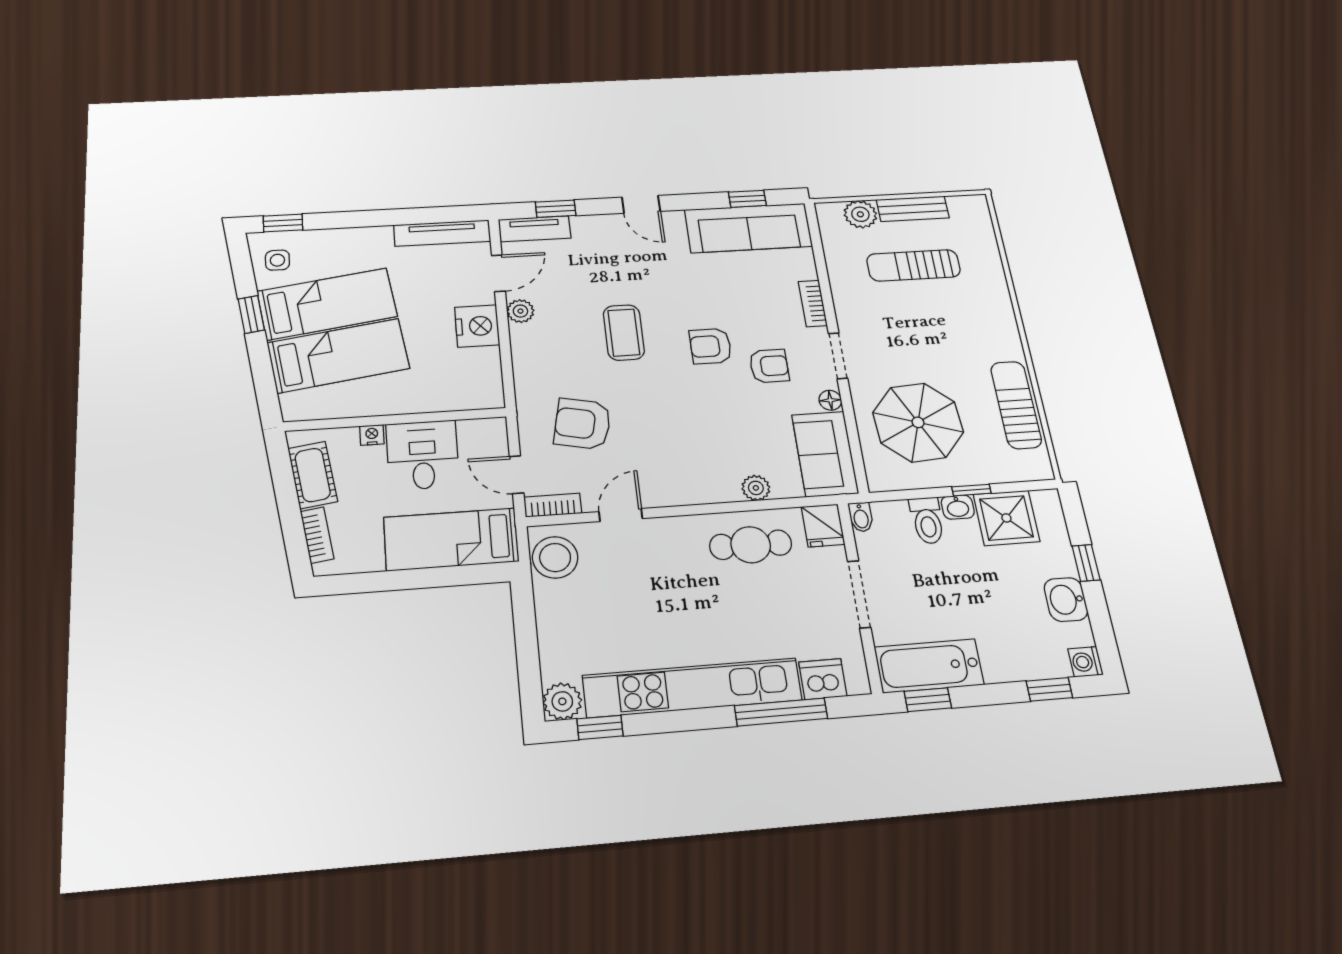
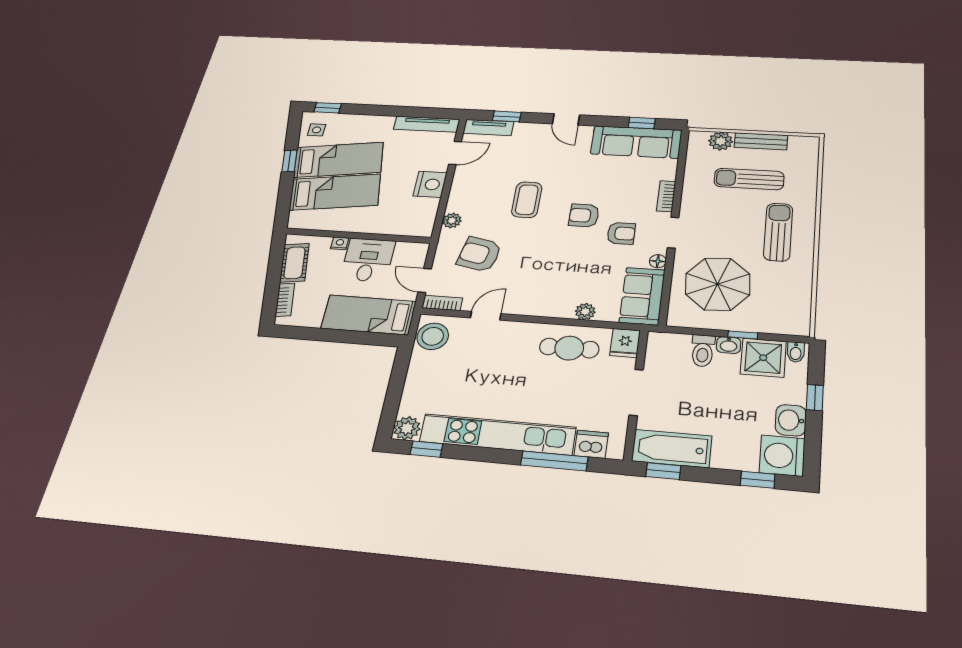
plant: (520, 311) -> (452, 221), moved
sun lounger: (1016, 405) -> (778, 232), moved
bidet: (861, 517) -> (796, 352), moved
washing machine: (1085, 662) -> (782, 456), width x1.89, depth x1.89

